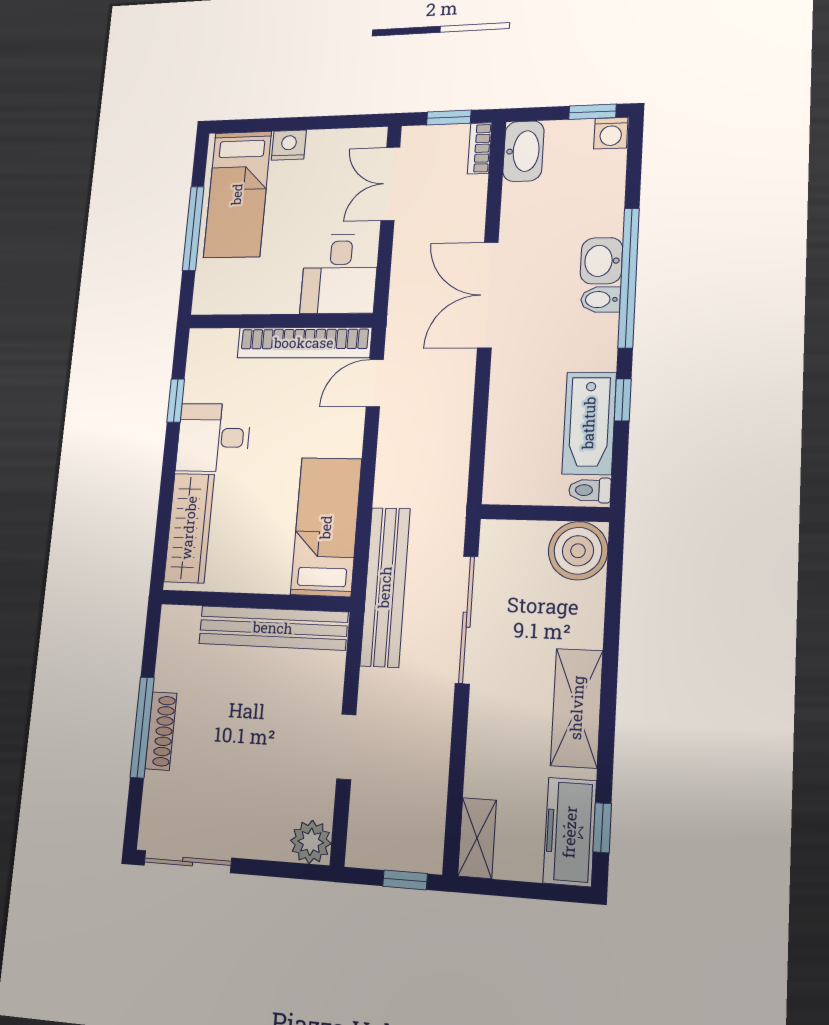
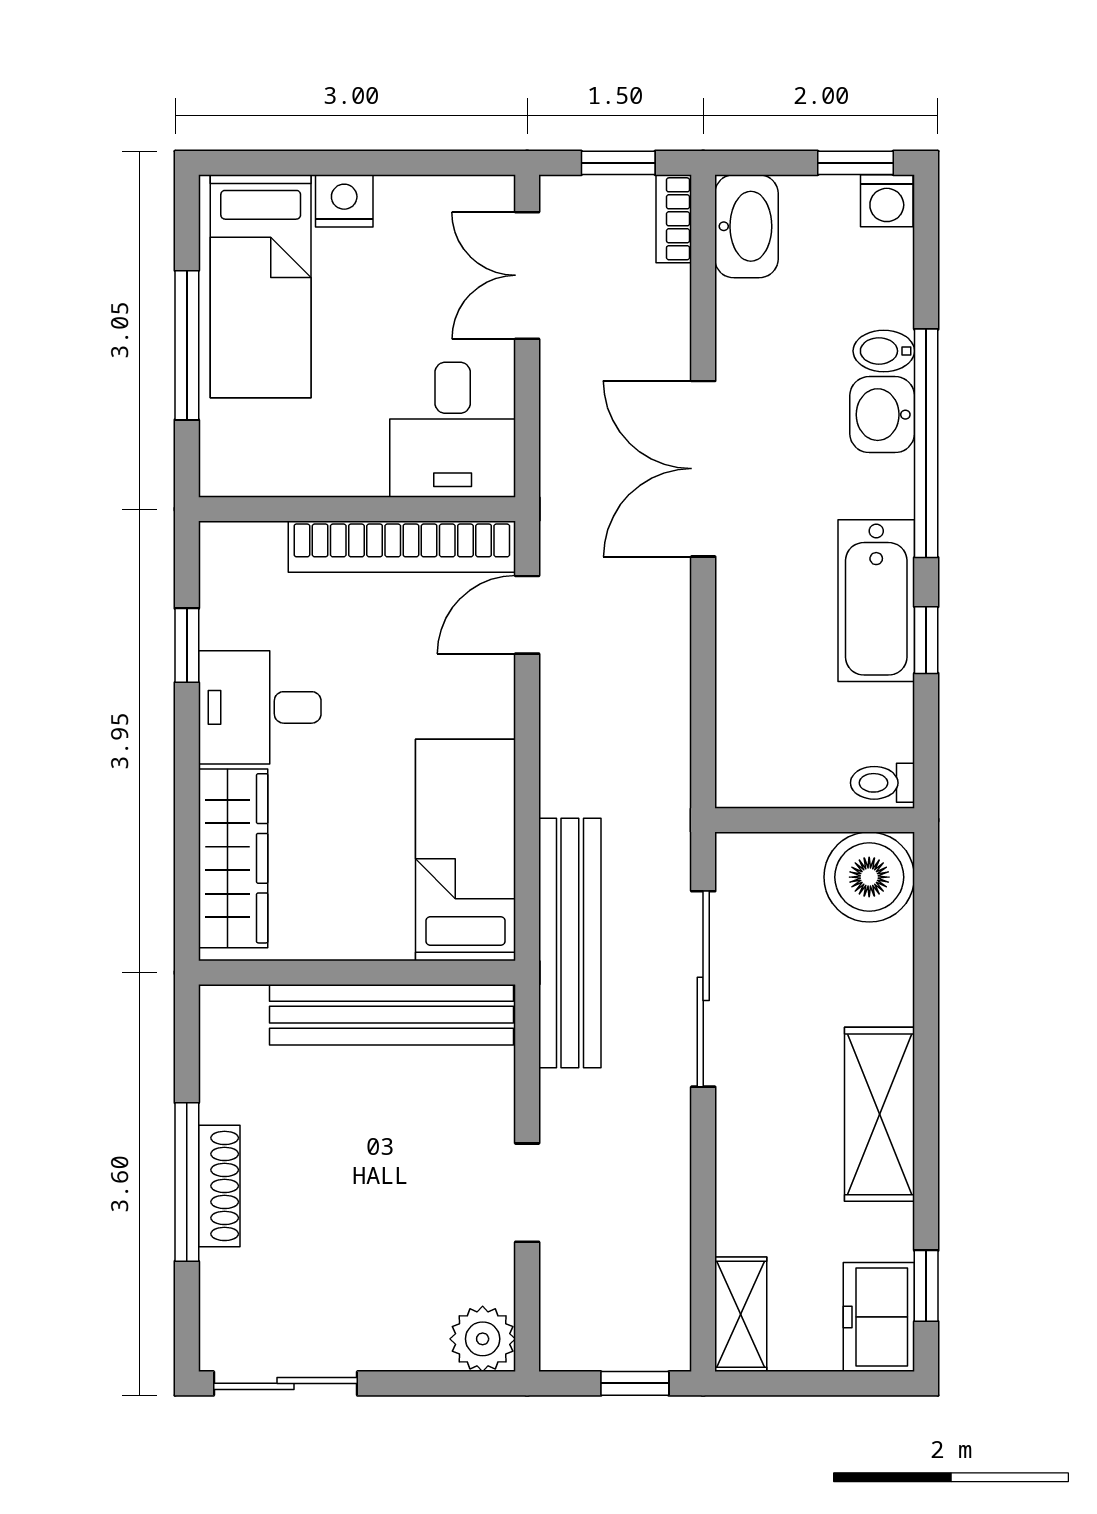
bidet: (600, 300) -> (884, 351), moved
bathtub: (589, 423) -> (876, 601), moved
freezer: (570, 832) -> (879, 1317), width x0.71

